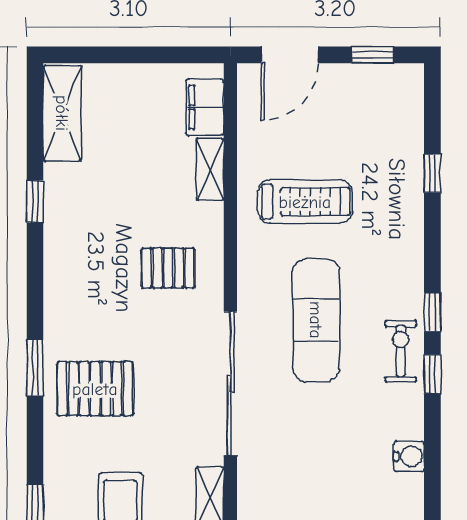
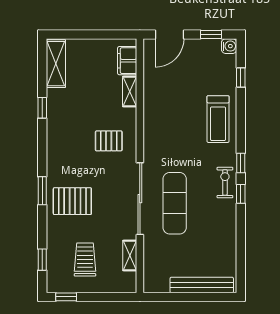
window: (432, 173) -> (241, 77), moved
treadmill: (305, 202) -> (218, 119), moved, turned 90
exercise mat: (316, 320) -> (175, 203), moved
water cooler: (409, 456) -> (229, 46), moved

